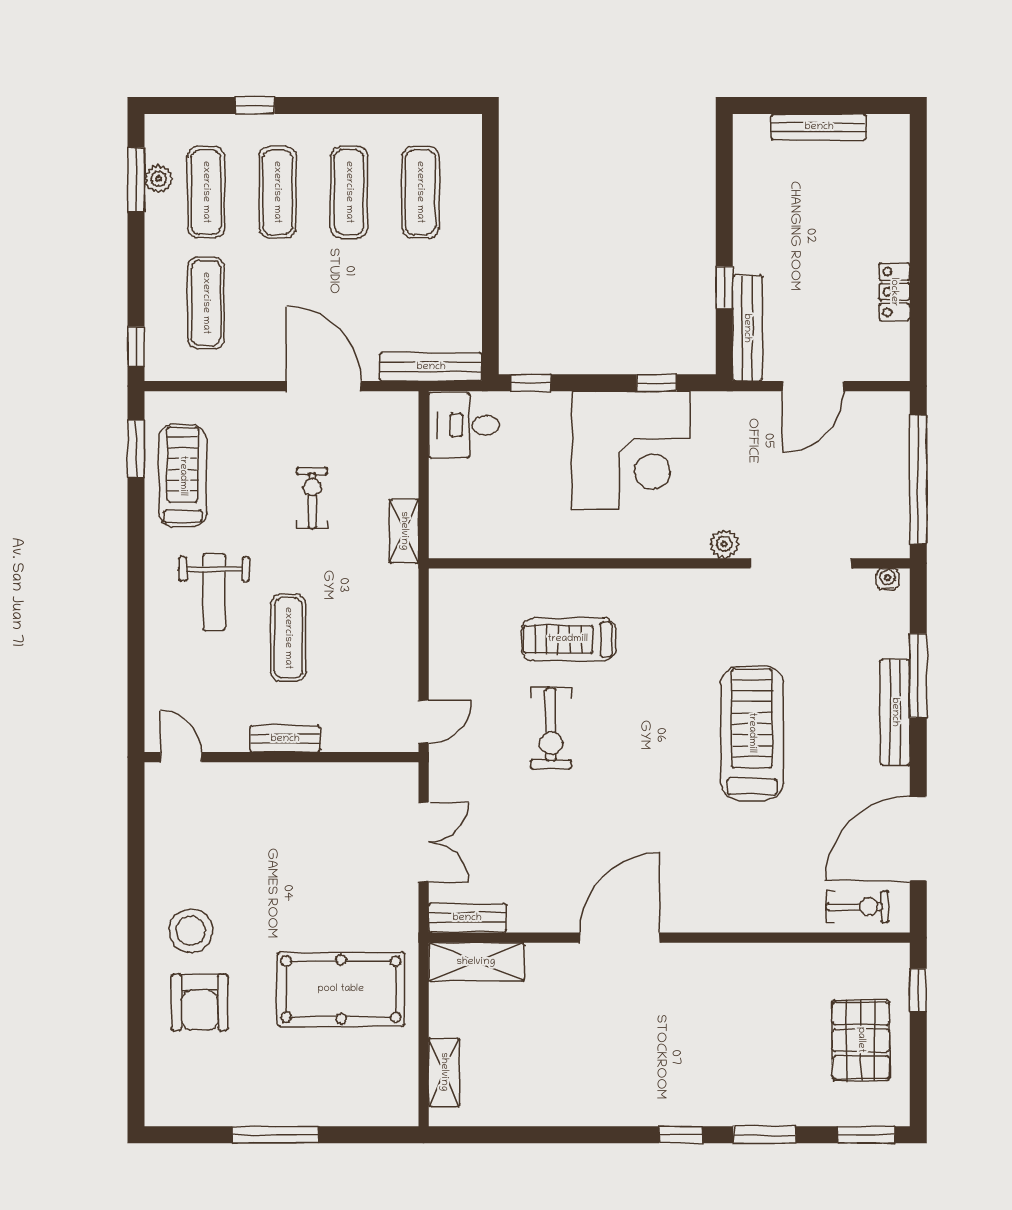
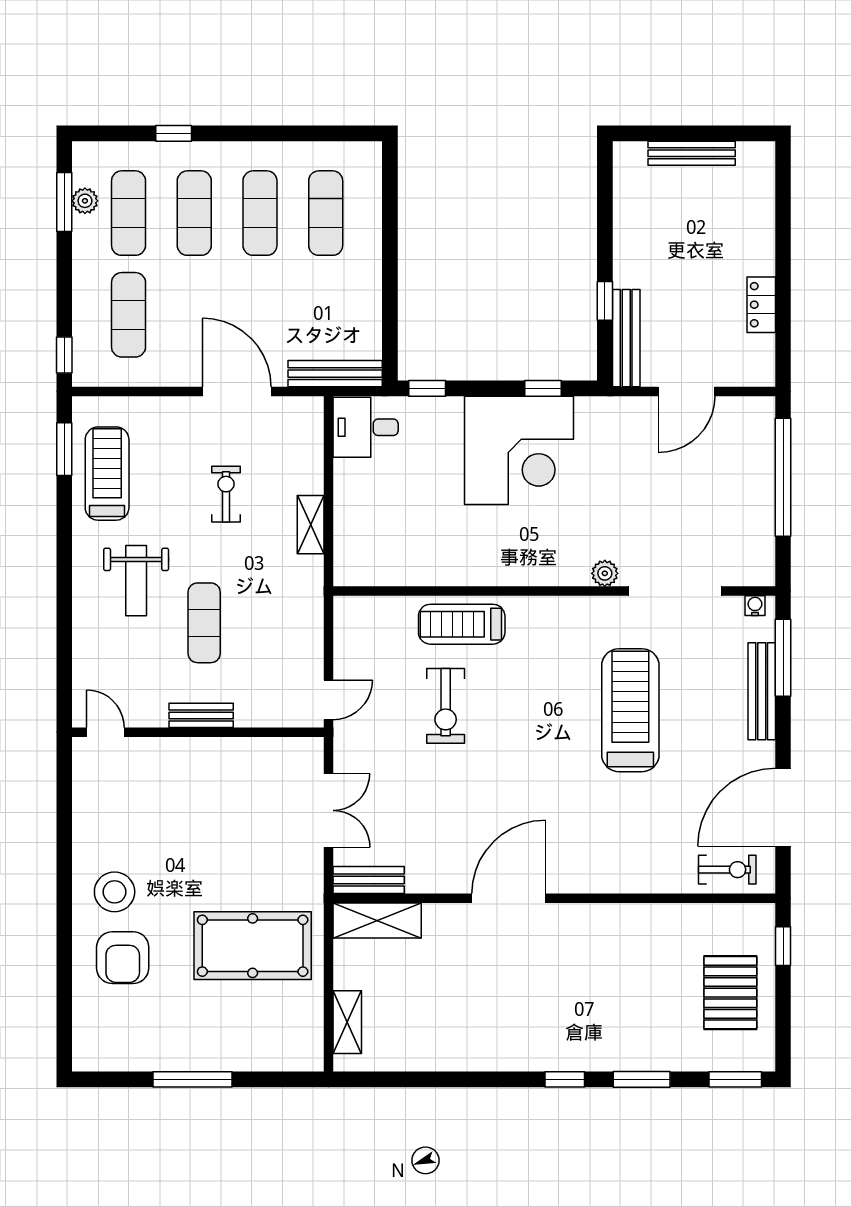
plant: (724, 544) -> (605, 573), moved
wall: (669, 563) -> (554, 591), moved
doorway: (801, 563) -> (675, 591), moved
water cooler: (888, 579) -> (755, 606), moved

